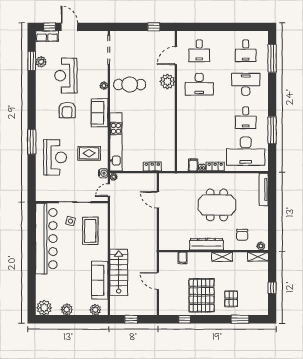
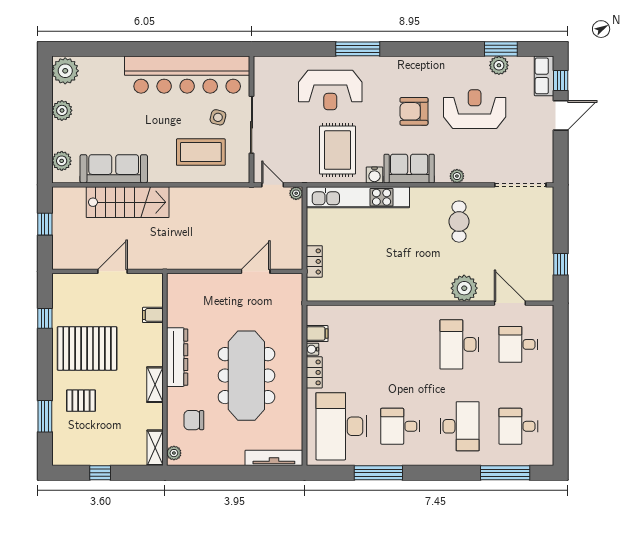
cafe table: (130, 84) -> (459, 222), width x0.73, depth x0.74
rug: (89, 153) -> (338, 150), width x1.36, depth x1.43
water cooler: (103, 173) -> (374, 175), moved
meeting table: (217, 205) -> (246, 376), width x1.36

